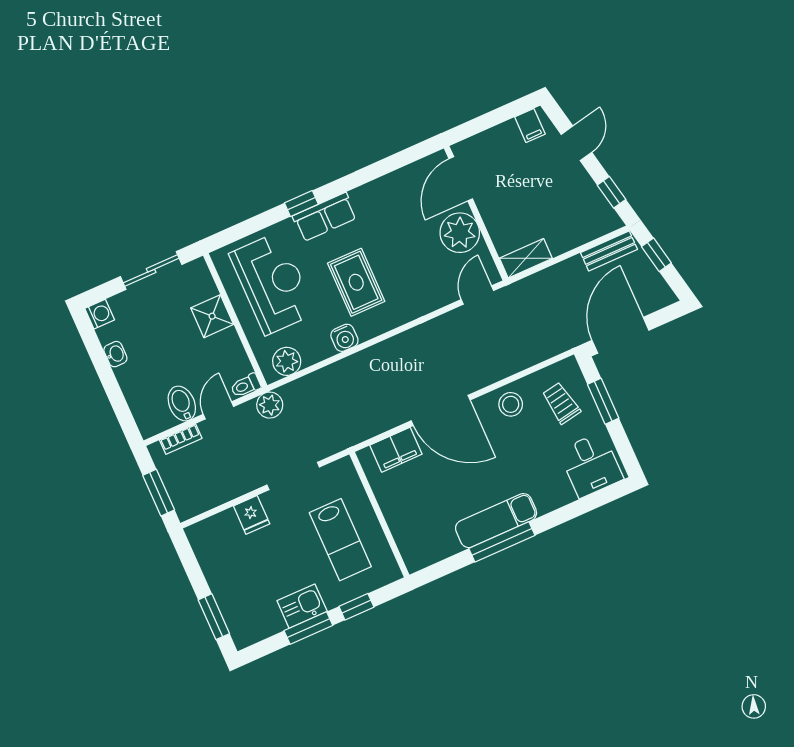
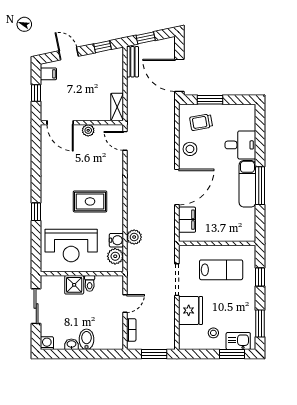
window: (491, 119) -> (36, 93), added
row of seats: (325, 217) -> (48, 203), removed
plant: (460, 233) -> (88, 130), width x0.53, depth x0.53
reception desk: (273, 283) -> (71, 245), turned 180
water cooler: (344, 338) -> (116, 240), moved
toilet: (246, 386) -> (90, 283), moved
bidet: (182, 404) -> (86, 339), moved, turned 90
plant: (270, 405) -> (134, 237), moved
door: (218, 410) -> (125, 303), swing flipped
desk: (591, 465) -> (240, 145), moved
fridge: (252, 515) -> (190, 310), width x1.88, depth x1.34
stool: (234, 572) -> (213, 333), added
kitchen sink: (302, 606) -> (238, 341), moved, turned 90
window: (308, 628) -> (260, 323), moved

